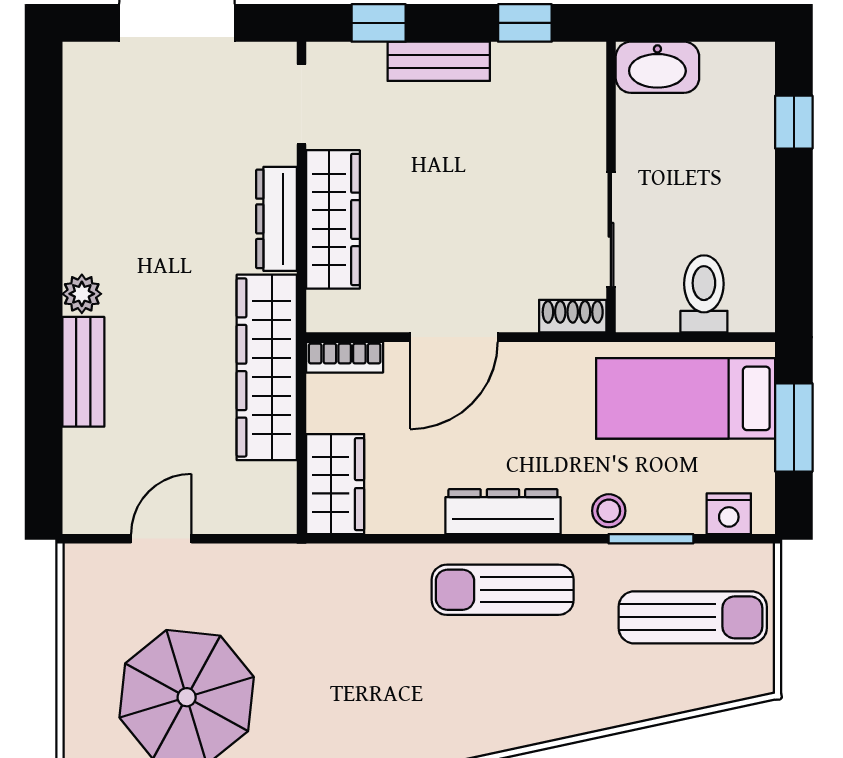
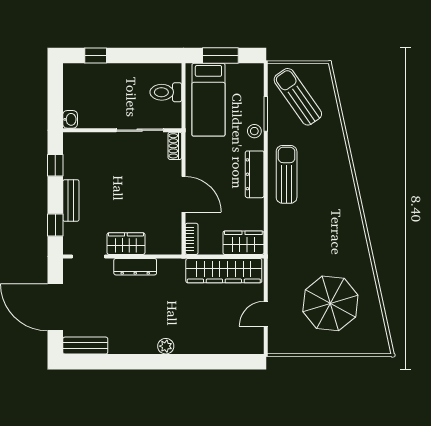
washbasin: (657, 67) -> (70, 119), width x0.52, depth x0.69
wardrobe: (333, 219) -> (126, 244), width x0.67
wardrobe: (267, 367) -> (224, 271), moved
bench: (83, 372) -> (85, 346), moved
nightstand: (729, 514) -> (256, 82), removed
door: (161, 539) -> (266, 314), hinge flipped
sun lounger: (503, 590) -> (287, 174), turned 180
sun lounger: (693, 617) -> (298, 97), turned -35

